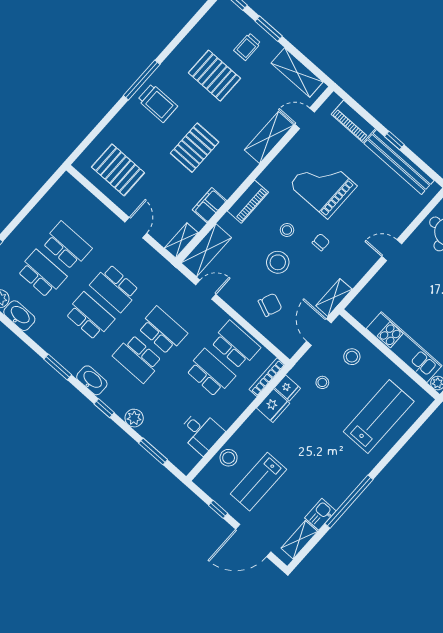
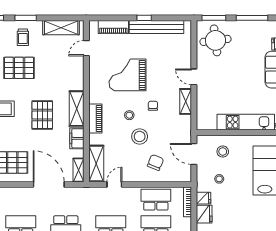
shelving: (269, 138) -> (77, 109), moved
door: (136, 228) -> (49, 185), width x1.87
door: (392, 250) -> (194, 77), hinge flipped
shelving: (334, 297) -> (186, 101), moved

